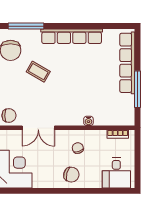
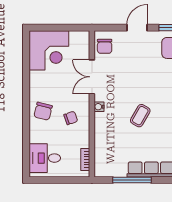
coffee table: (38, 72) -> (140, 116), moved
water cooler: (88, 121) -> (99, 107), moved

